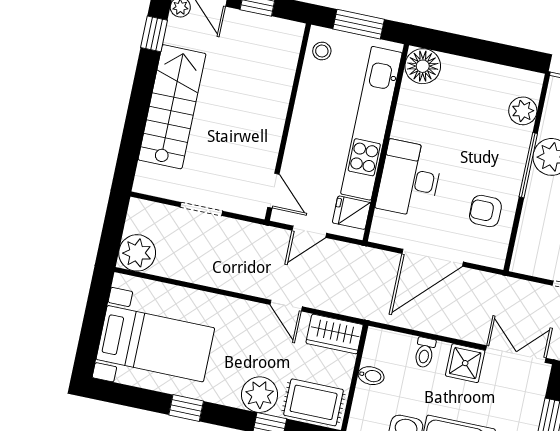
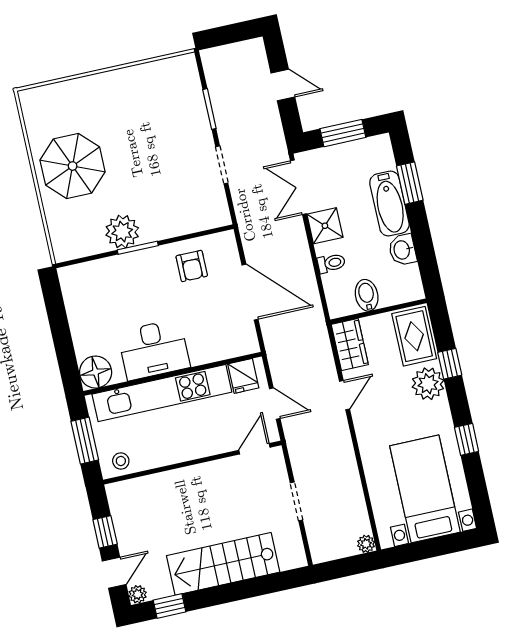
plant: (523, 111) -> (95, 273), removed
window: (528, 165) -> (138, 248), width x0.69
desk: (410, 179) -> (154, 350), moved
plant: (137, 253) -> (366, 544), width x0.53, depth x0.53
bidet: (371, 376) -> (367, 295), width x1.38, depth x1.36

